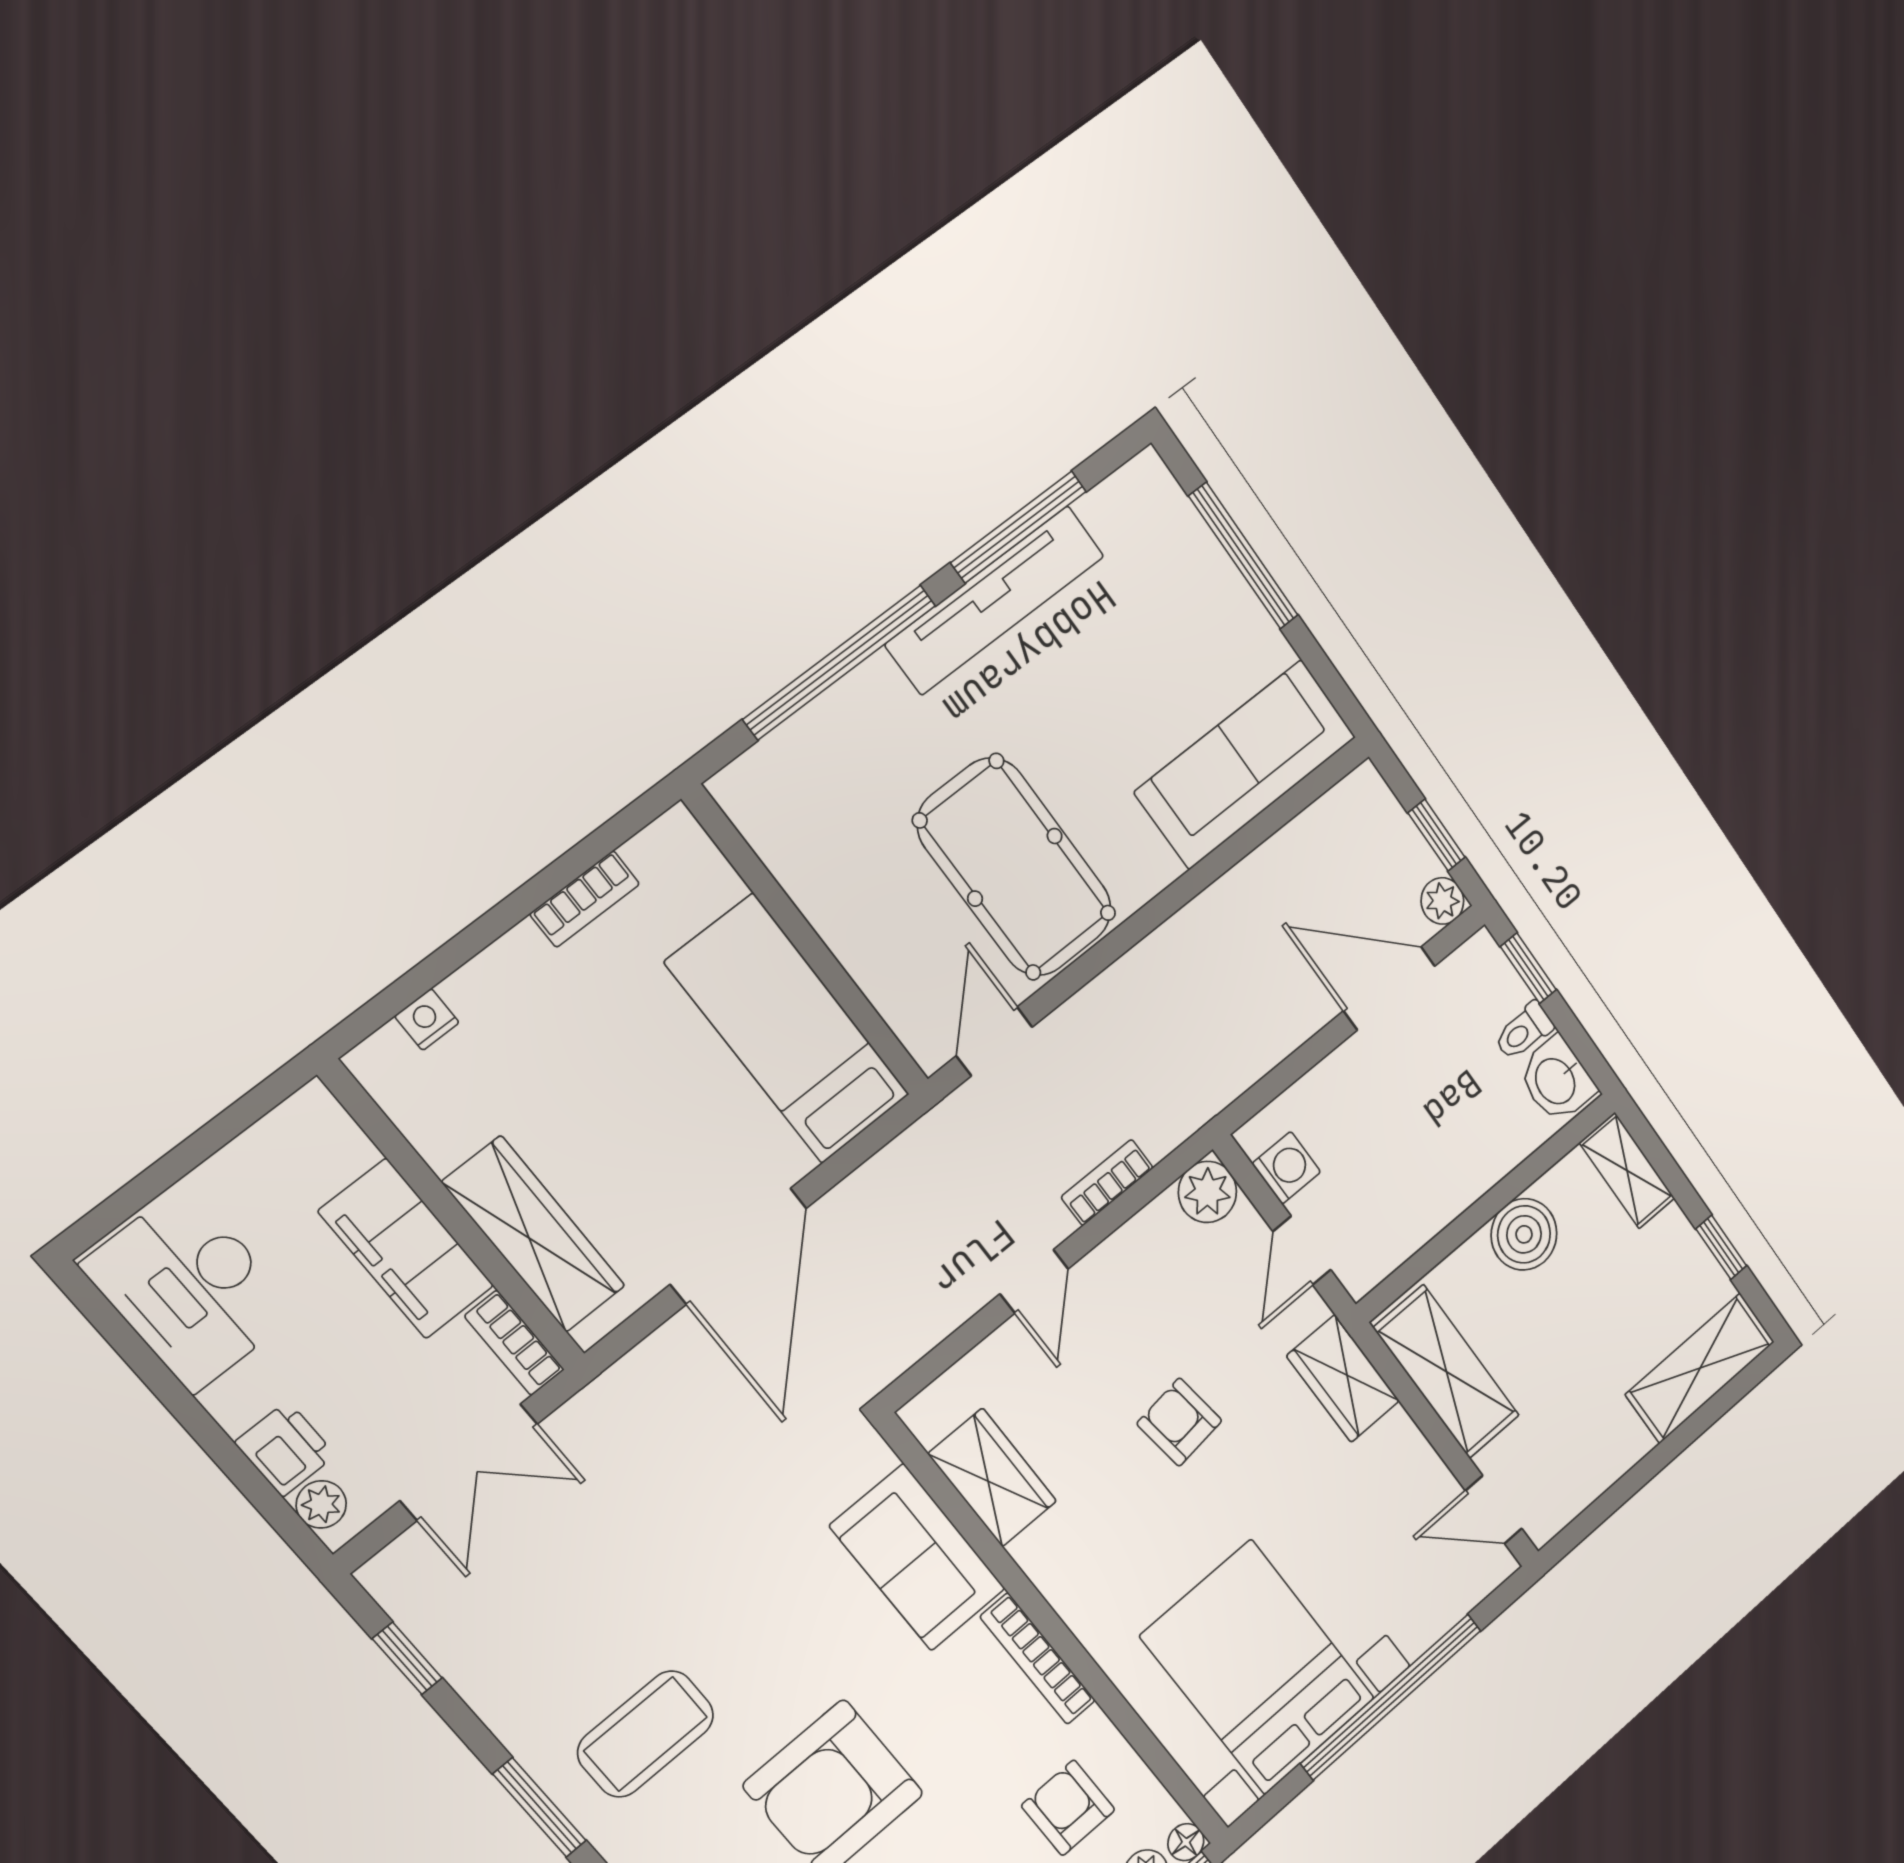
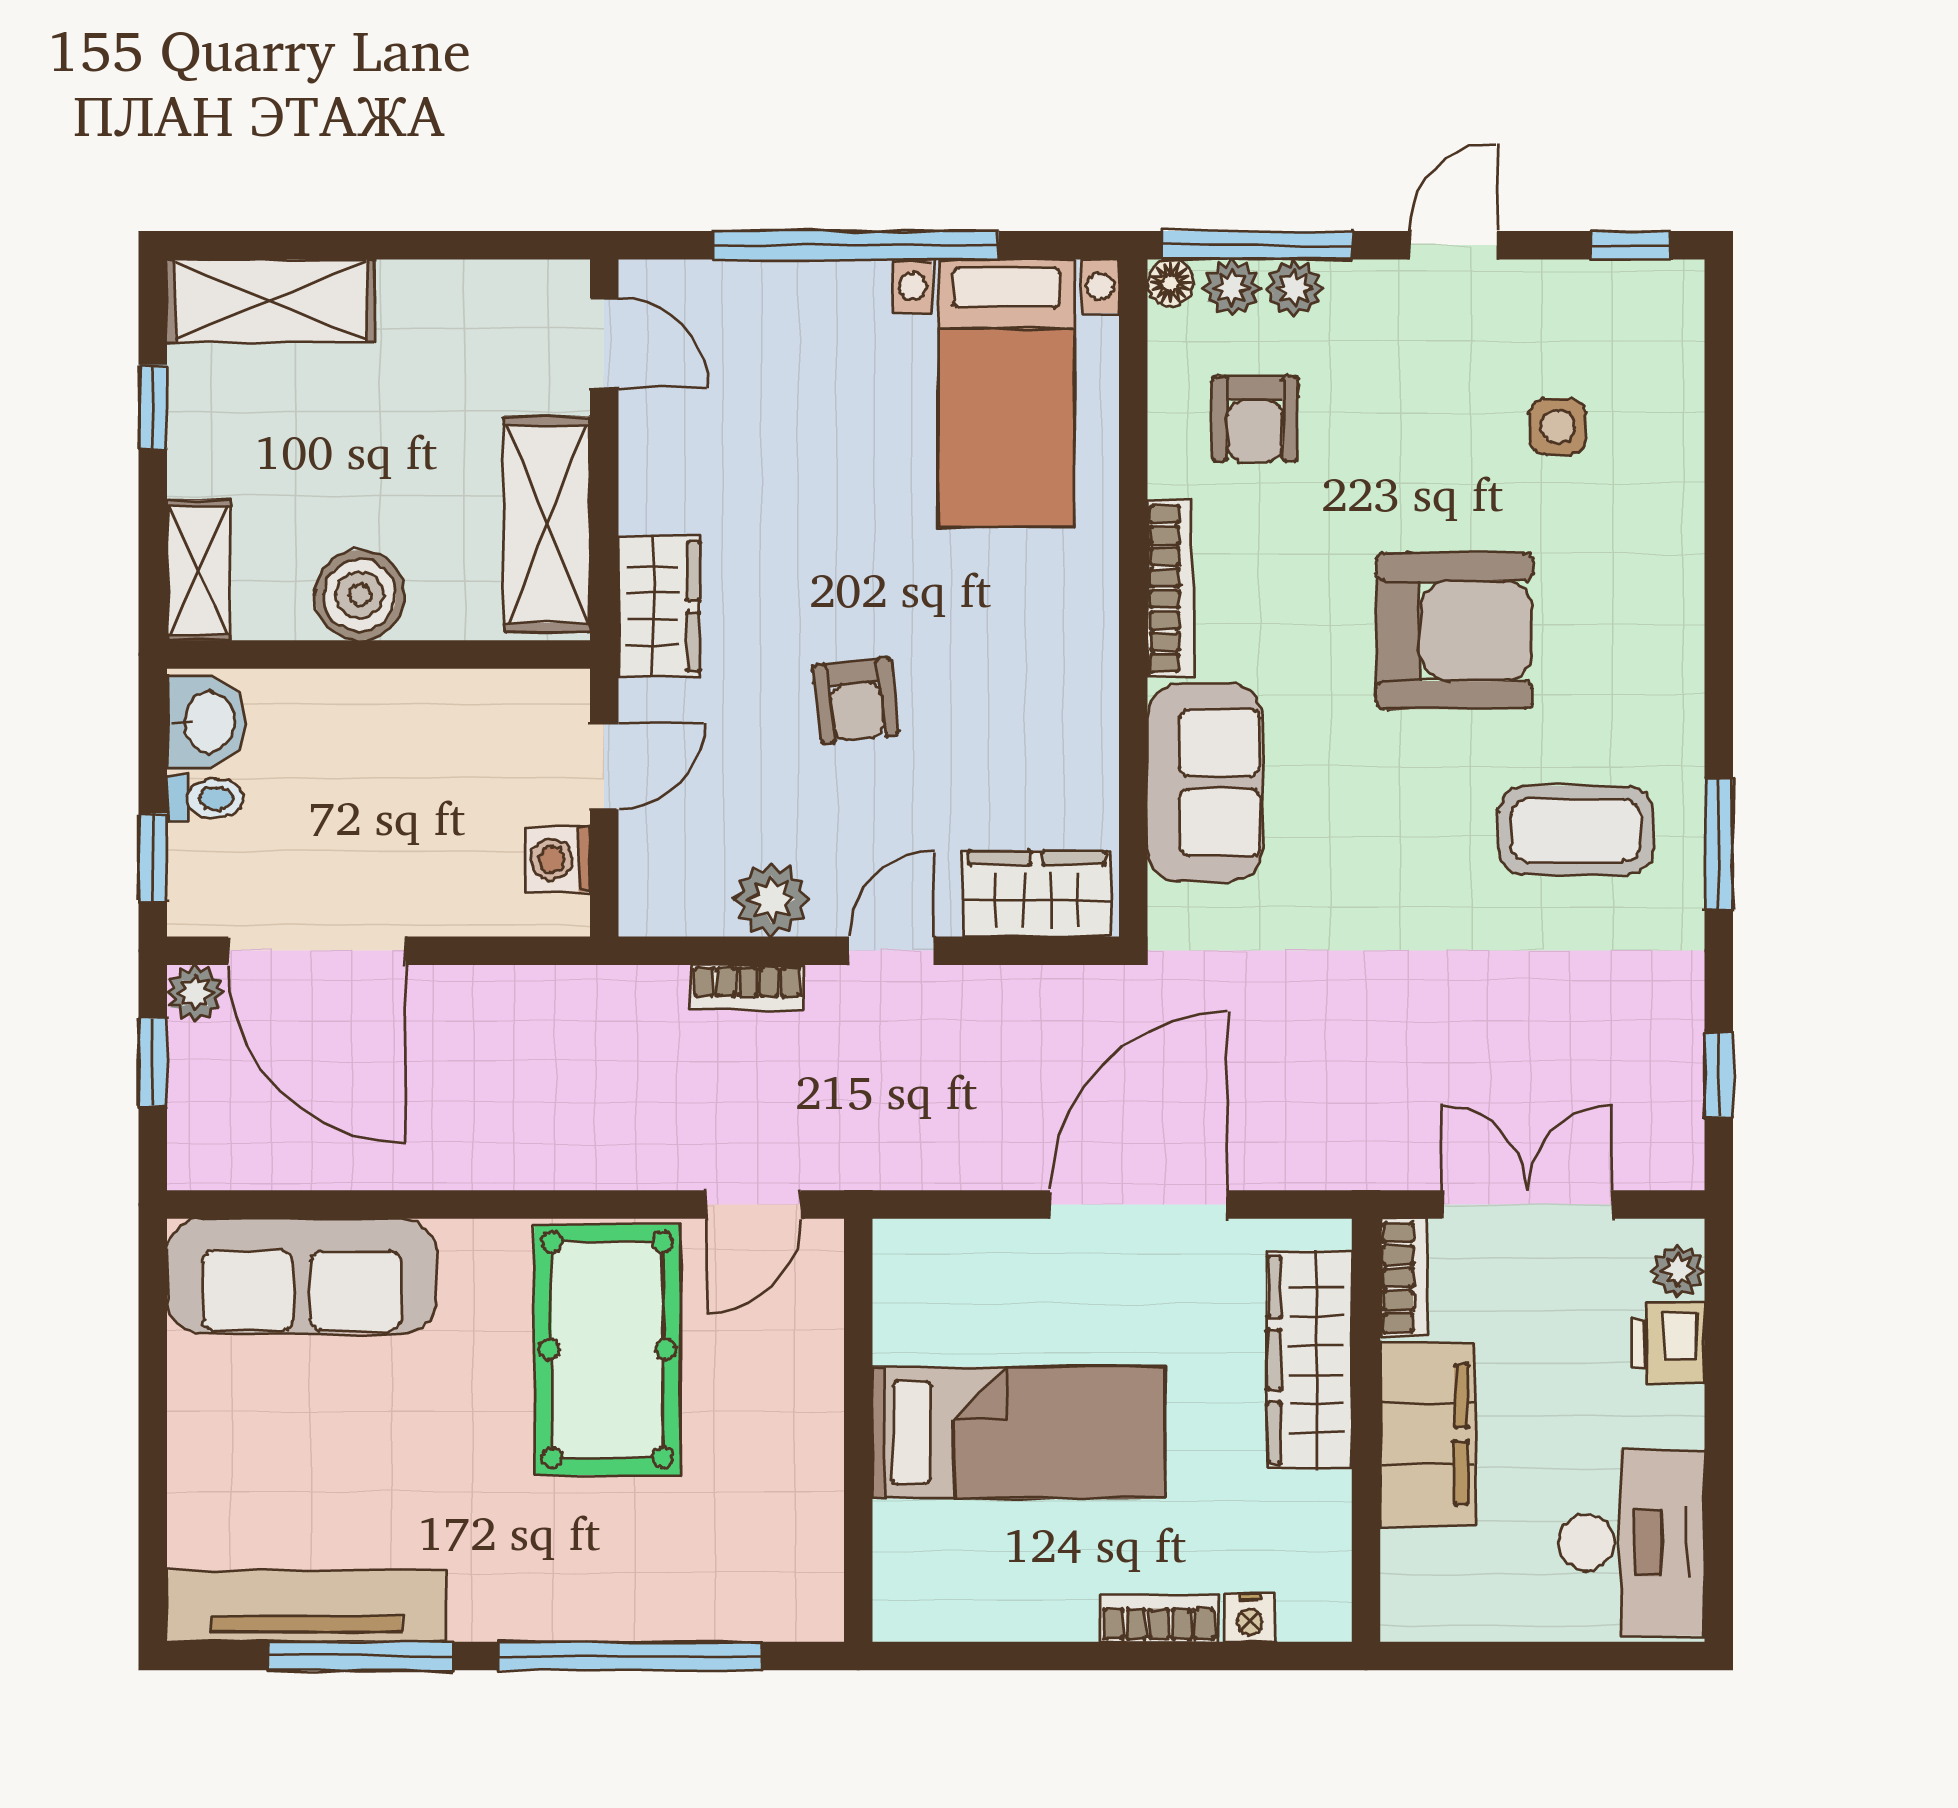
window: (1243, 556) -> (153, 1472), removed
tv unit: (995, 600) -> (306, 1606), moved
bookcase: (585, 899) -> (1159, 1618), moved
door: (1389, 988) -> (317, 951), width x1.36
bed: (788, 1029) -> (1018, 1433), moved, turned -90
plant: (1207, 1192) -> (771, 899), moved
wardrobe: (992, 1477) -> (1037, 894), moved, turned 90
bed with nightstands: (1258, 1667) -> (1006, 393), width x0.73

